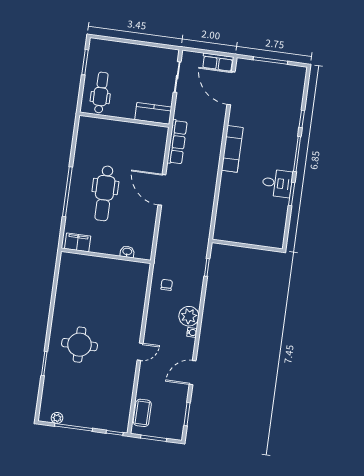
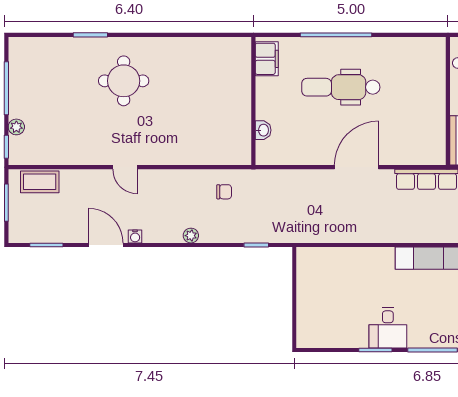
plant: (189, 316) -> (191, 236), width x0.53, depth x0.53
water cooler: (192, 332) -> (135, 236), moved
plant: (57, 418) -> (16, 127), moved

